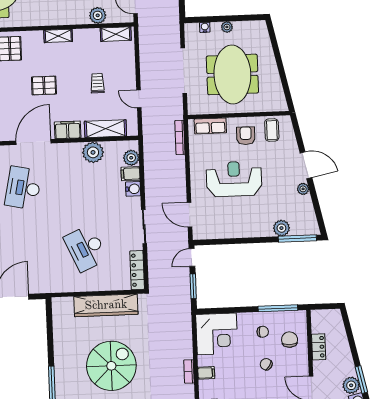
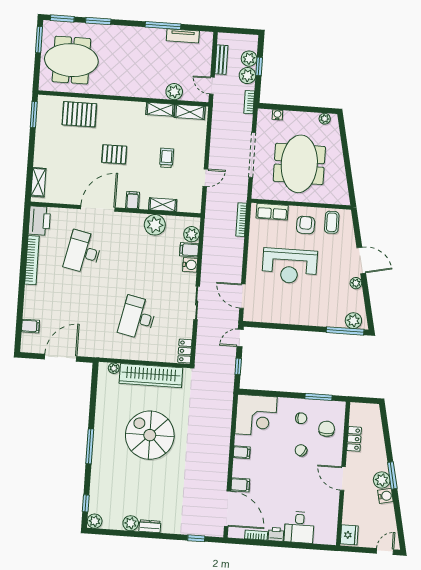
plant: (227, 27) -> (325, 119), moved
shelving: (58, 36) -> (160, 109), moved
door: (139, 99) -> (205, 178), swing flipped
shelving: (105, 129) -> (163, 205), width x0.67, depth x0.75
filing cabinet: (68, 130) -> (133, 200), width x0.50
reception desk: (234, 179) -> (290, 266), turned 180
plant: (281, 228) -> (353, 321), moved
desk: (86, 248) -> (137, 318), turned 36
locker: (137, 270) -> (185, 351), width x0.66
window: (193, 286) -> (238, 366), width x0.67
plant: (67, 302) -> (114, 368), added
window: (278, 308) -> (319, 397), width x0.69
spiral stairs: (111, 366) -> (150, 435), turned -90
bookcase: (189, 371) -> (249, 102), moved

